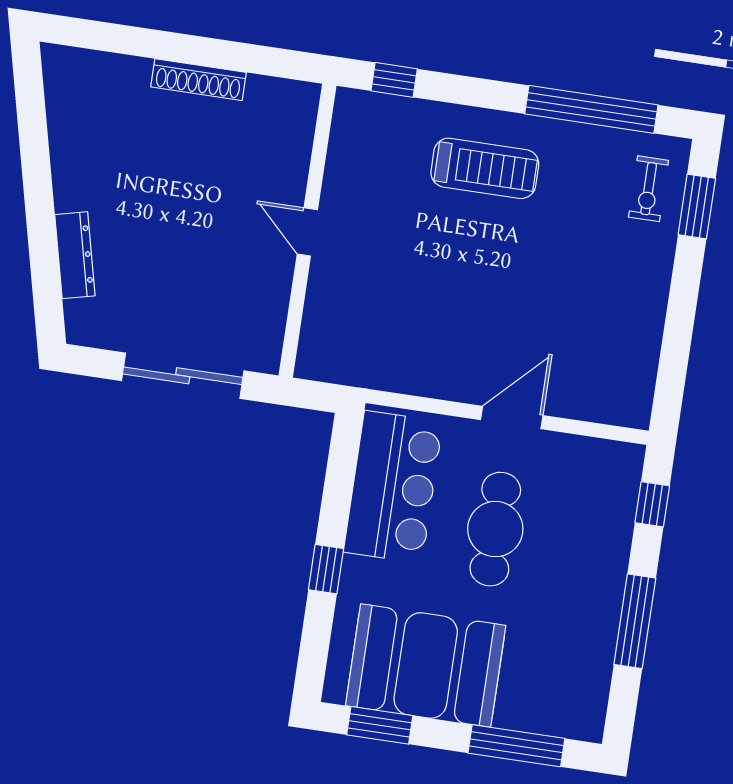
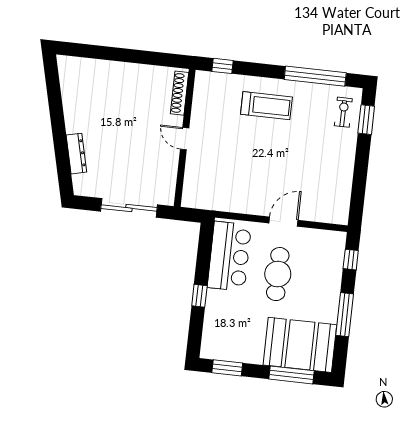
shoe rack: (199, 80) -> (180, 93), moved, turned 90
exercise bike: (649, 189) -> (343, 112), turned 180
booth: (426, 665) -> (300, 345), moved

